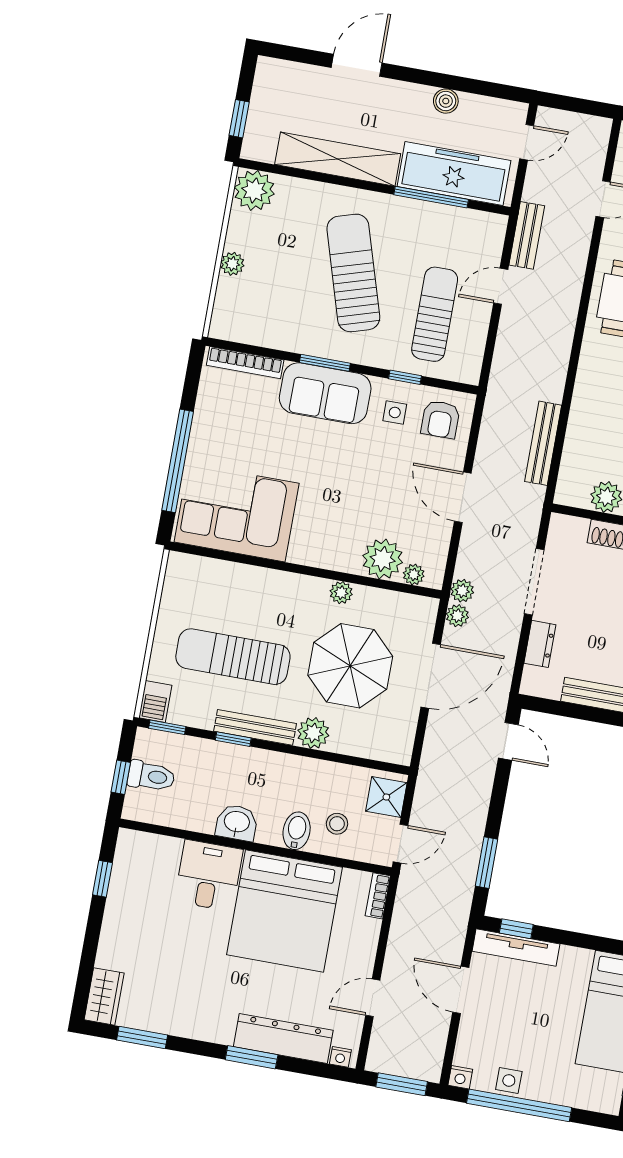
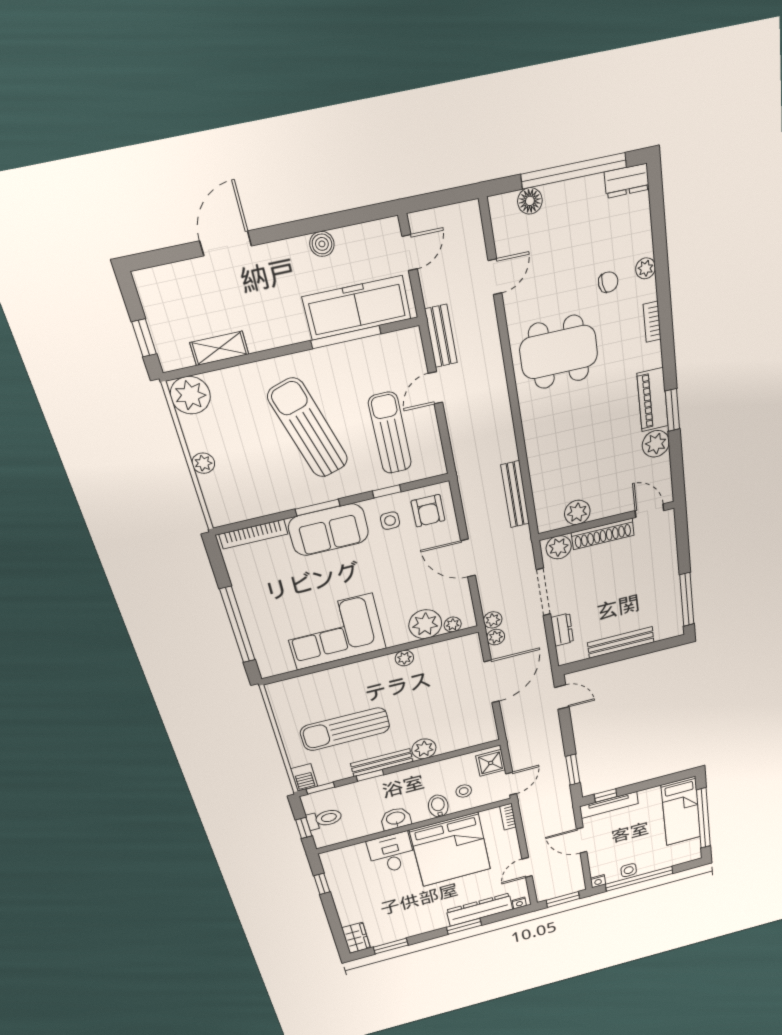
shelving: (338, 159) -> (219, 348), width x0.45, depth x0.75
corner sofa: (237, 513) -> (334, 632), moved
plant: (571, 531) -> (559, 547), added
parasol: (350, 666) -> (432, 700), removed

